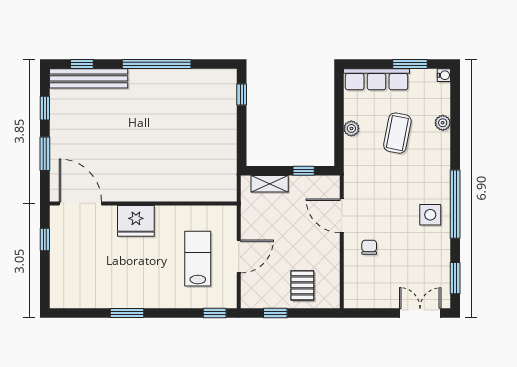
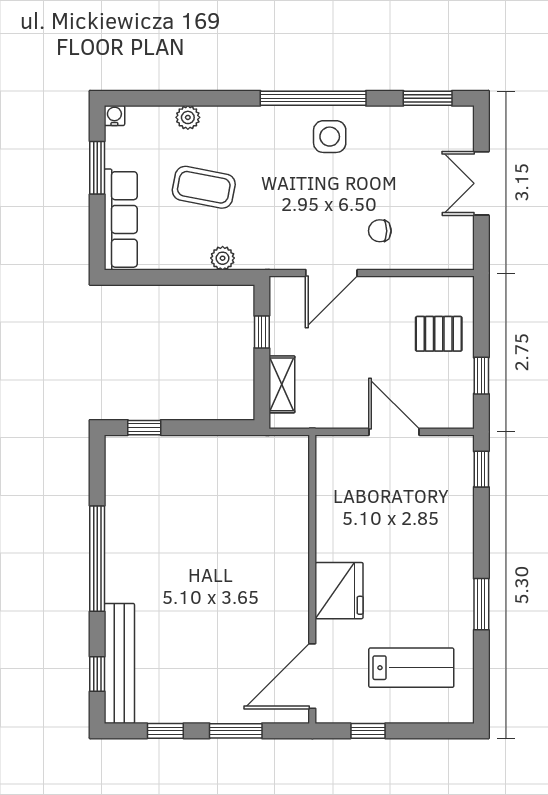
plant: (351, 128) -> (223, 258), moved
lab bench: (198, 259) -> (411, 668), moved, turned 180
double door: (420, 313) -> (481, 183), moved

